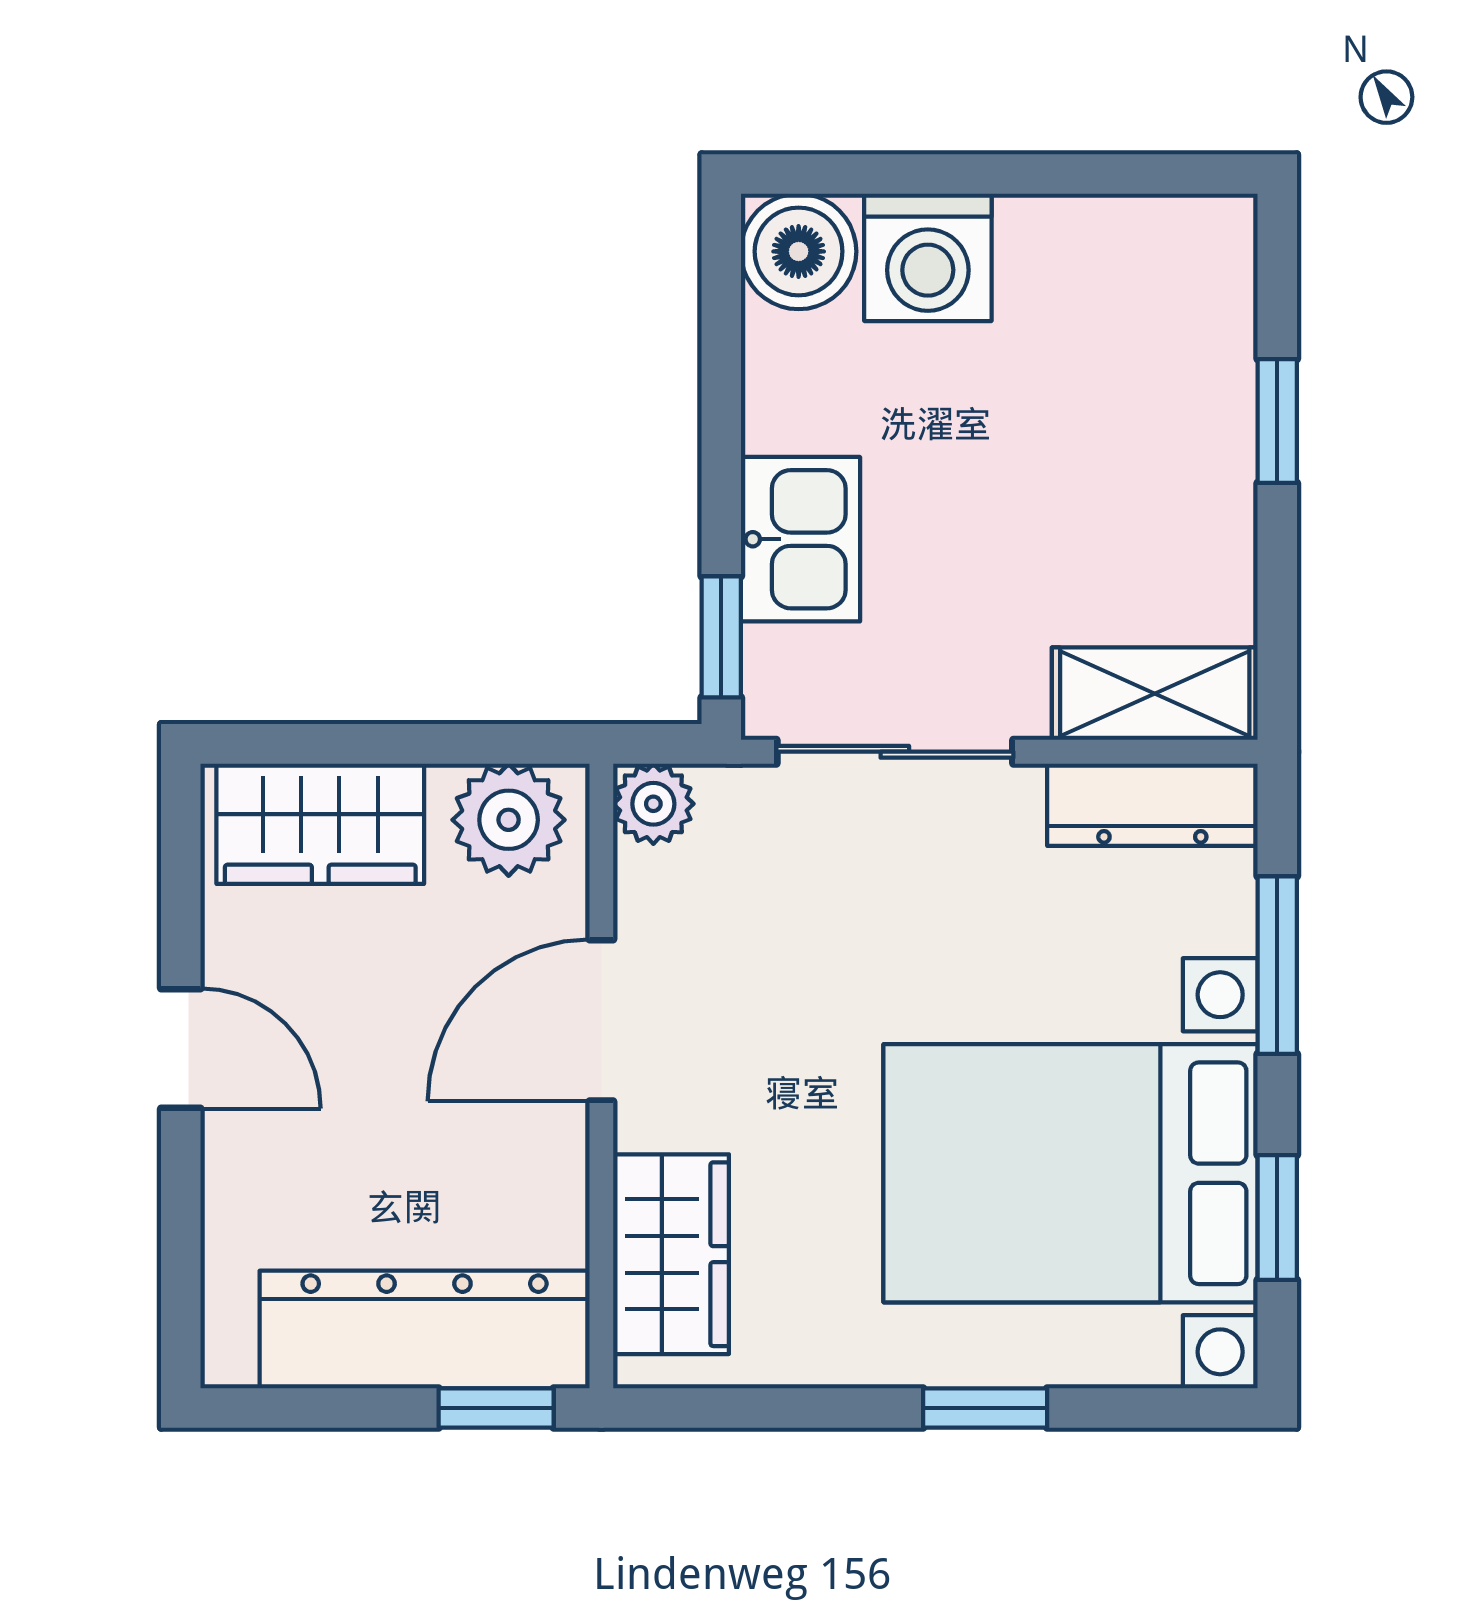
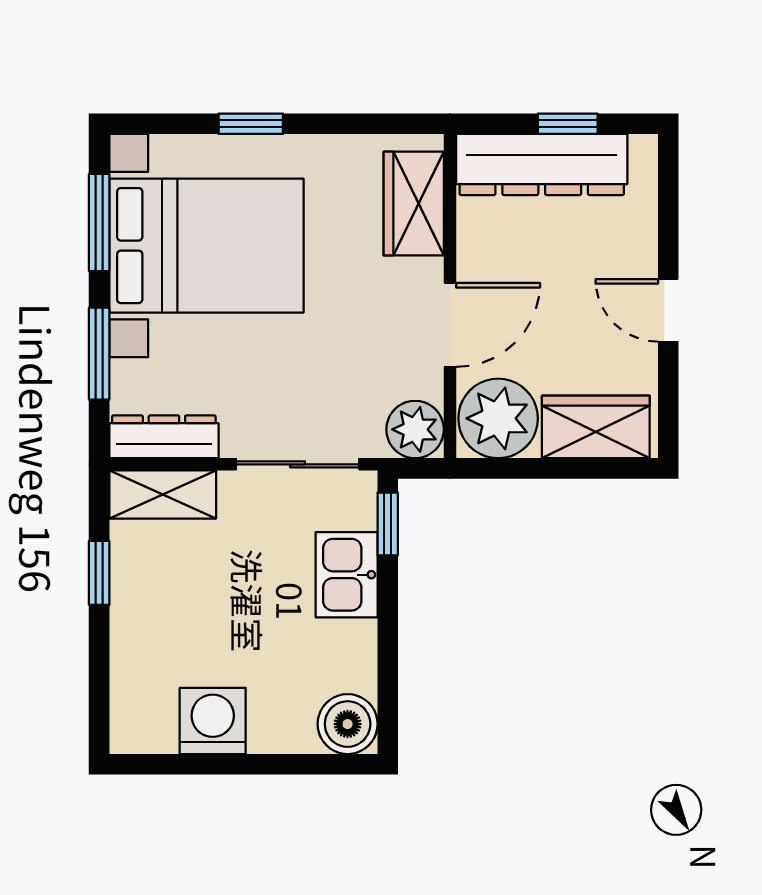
washing machine: (928, 257) -> (213, 721), moved
window: (1277, 421) -> (99, 573), moved
plant: (653, 804) -> (415, 429), width x1.38, depth x1.38
plant: (509, 820) -> (498, 418), width x1.36, depth x1.36
window: (1277, 1218) -> (99, 223), width x1.50
window: (496, 1408) -> (568, 124), moved

